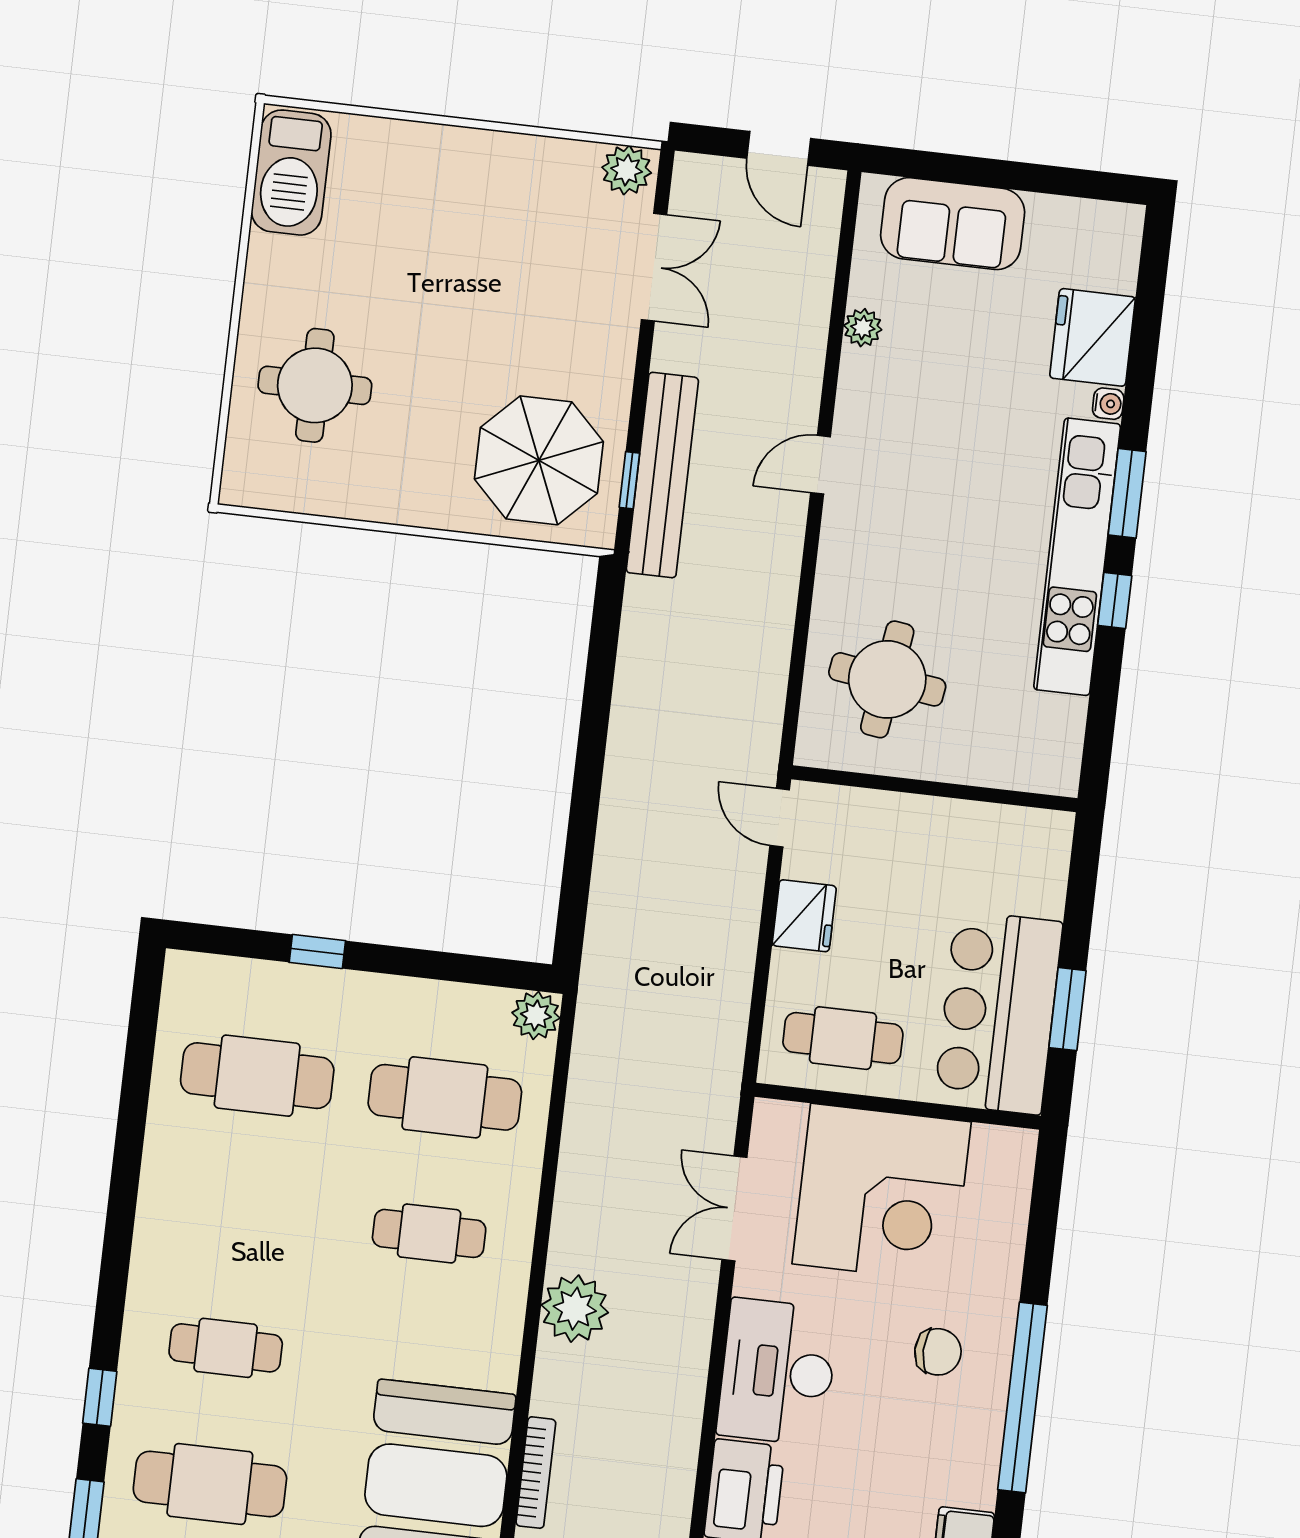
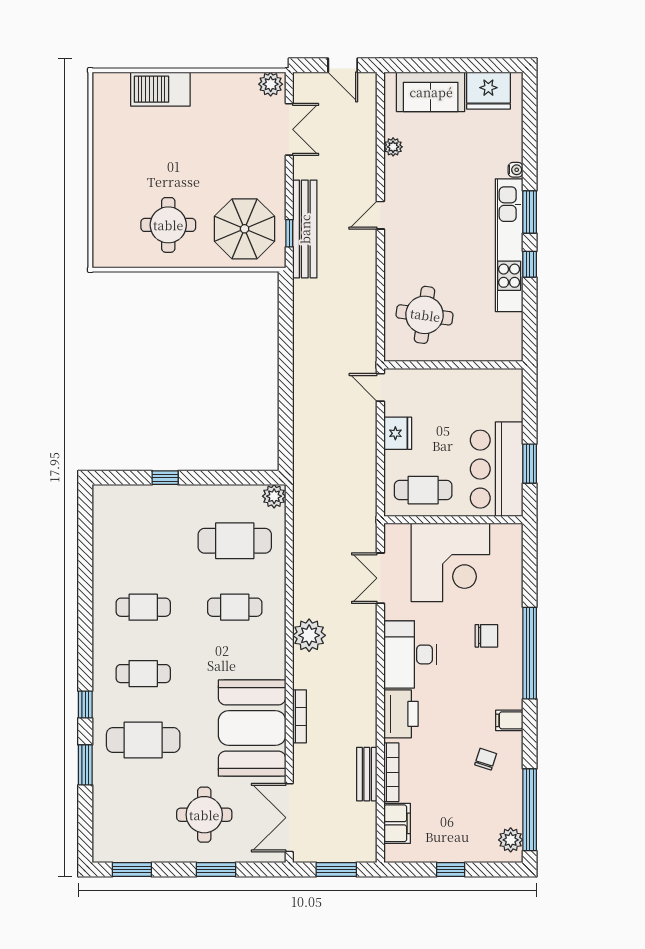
barbecue: (291, 173) -> (160, 89), moved, turned 90
fridge: (1092, 337) -> (488, 91), moved, turned -90
round table: (315, 385) -> (168, 225), moved
cafe table: (257, 1076) -> (143, 607), moved, width x0.73, depth x0.74

